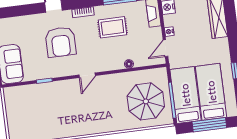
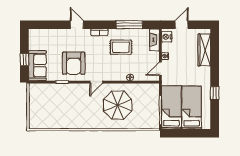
armchair: (61, 42) -> (74, 63), moved
parasol: (146, 101) -> (118, 105), moved
window: (209, 125) -> (187, 133), removed

